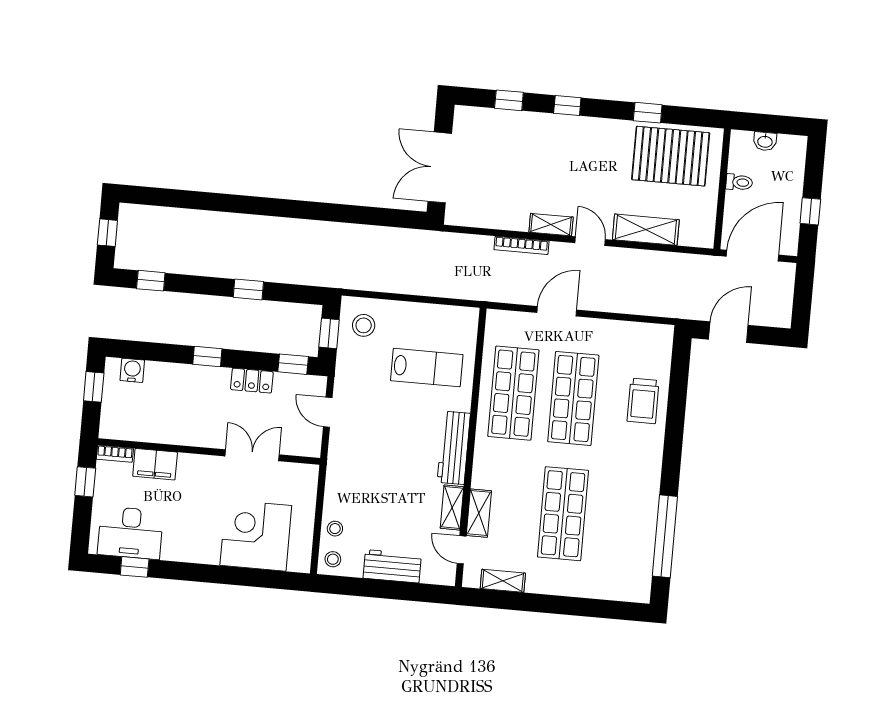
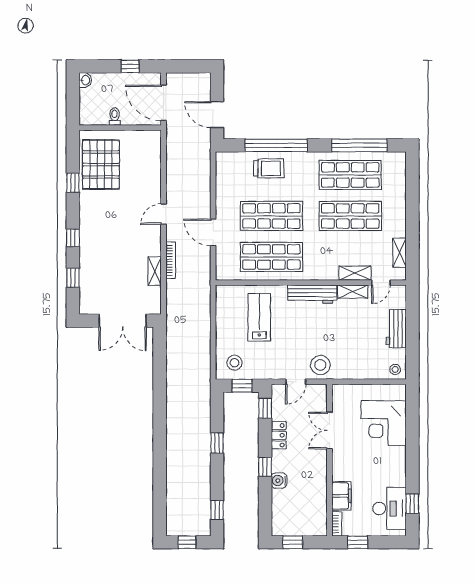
washbasin: (765, 141) -> (85, 80), moved
shelving: (551, 225) -> (155, 271), moved
shelving: (646, 230) -> (152, 177), removed
water cooler: (132, 370) -> (279, 481), moved
window: (676, 415) -> (276, 145), added
shop shelf: (623, 519) -> (350, 175), added
stool: (335, 529) -> (320, 365), moved, width x1.89, depth x1.89

